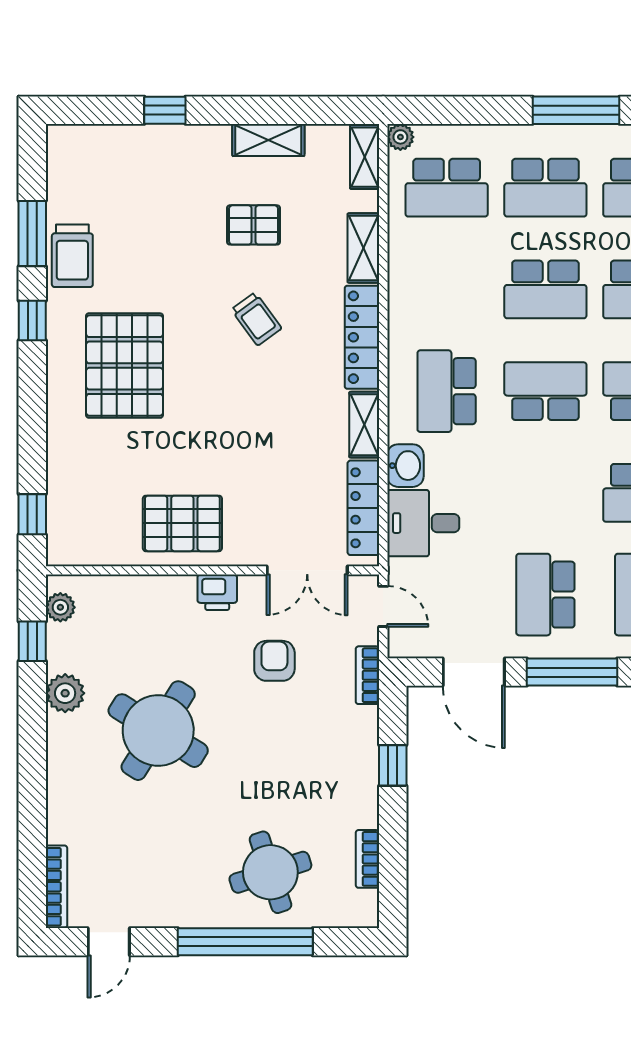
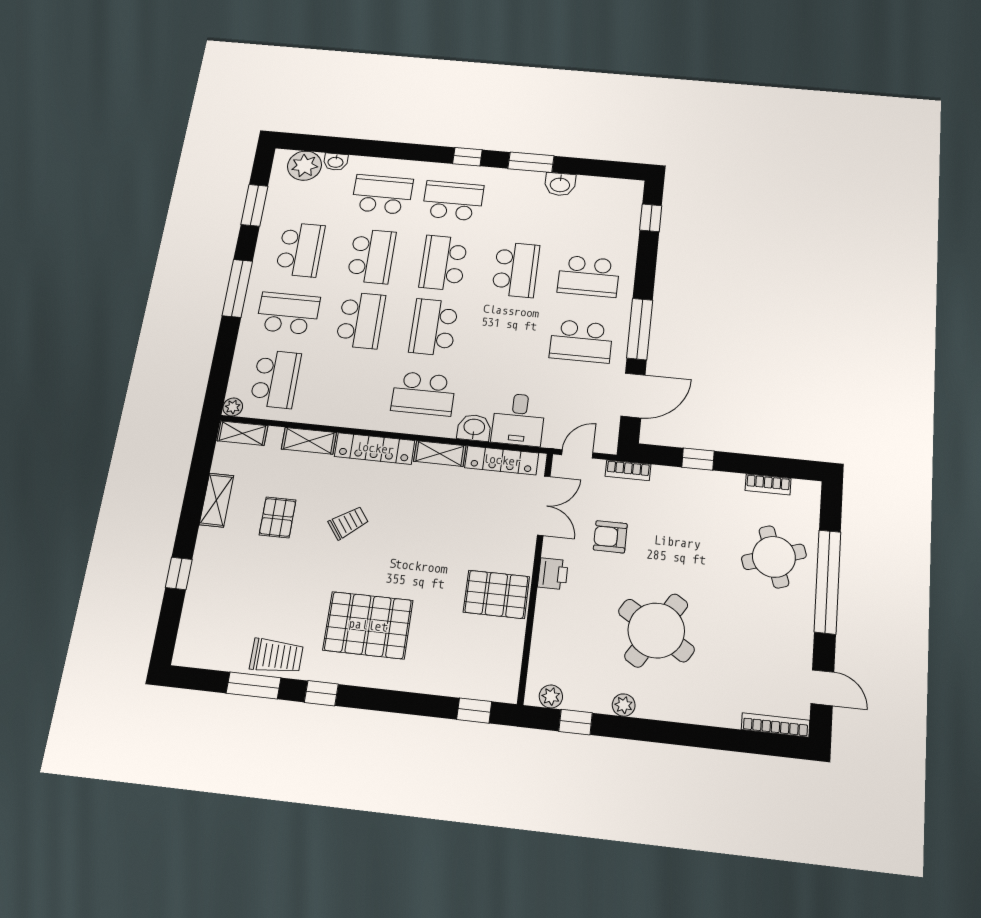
school desk: (545, 188) -> (288, 313), turned -90
pallet: (182, 523) -> (496, 594), turned 90
plant: (65, 693) -> (624, 705), width x0.73, depth x0.73

